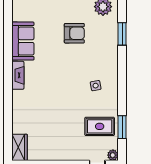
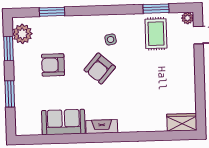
armchair: (74, 33) -> (53, 65), turned -90
armchair: (70, 75) -> (100, 69), added

